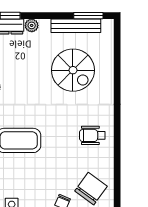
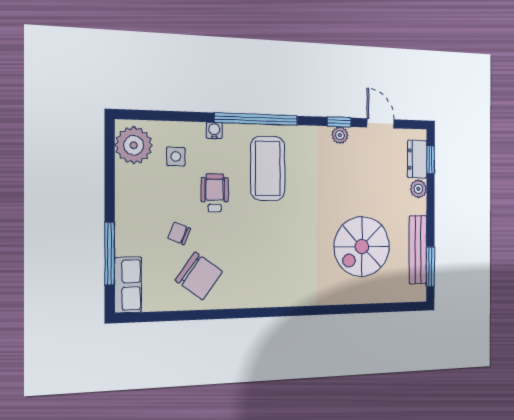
wheelchair: (92, 135) -> (215, 193), moved

